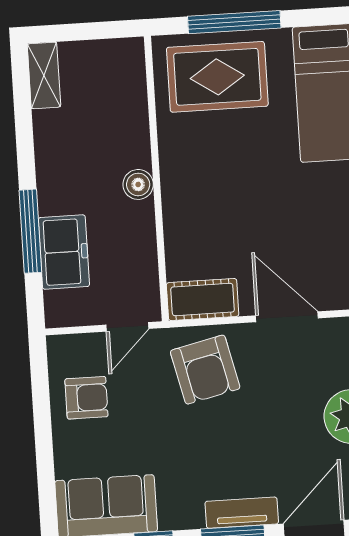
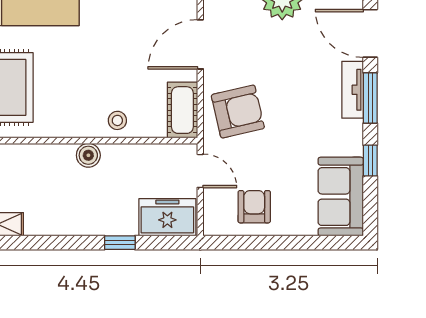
stool: (184, 218) -> (117, 120), added
window: (30, 231) -> (120, 243), width x0.46
freezer: (64, 252) -> (167, 217), moved

